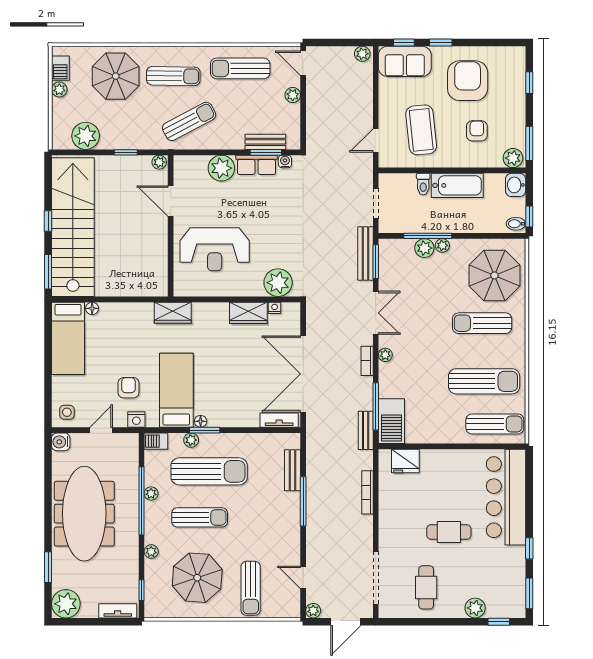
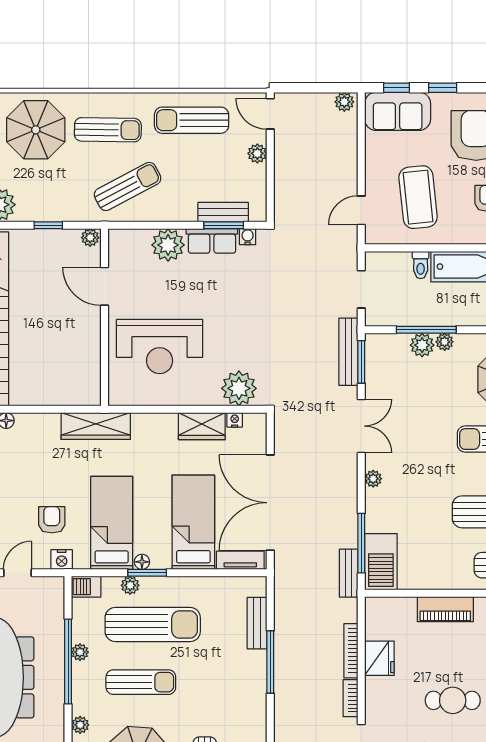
wardrobe: (173, 313) -> (96, 426), width x1.50
bookcase: (367, 361) -> (350, 698), moved
bed: (242, 390) -> (193, 522), added
piano: (443, 459) -> (445, 609), added
fridge: (405, 461) -> (379, 658), moved, turned -90

